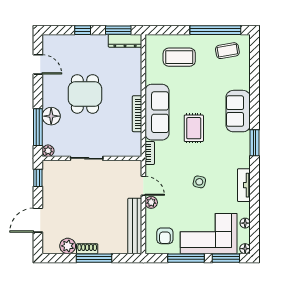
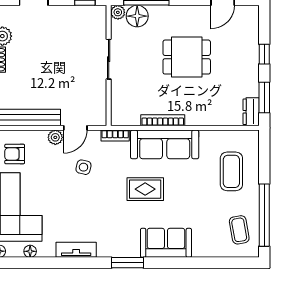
dresser: (125, 41) -> (251, 112), width x0.70
floor lamp: (51, 116) -> (137, 16), moved
side table: (199, 182) -> (83, 167), moved

